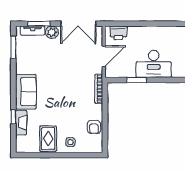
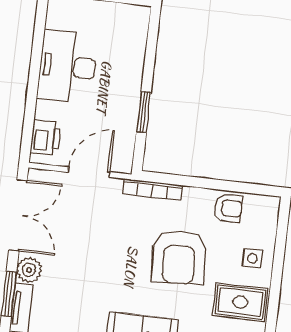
door: (104, 56) -> (89, 172), hinge flipped
desk: (154, 64) -> (68, 66), moved, turned 180
armchair: (67, 106) -> (179, 257), added

